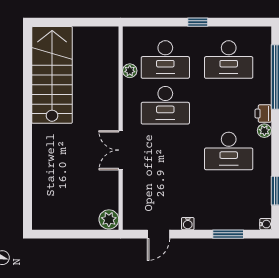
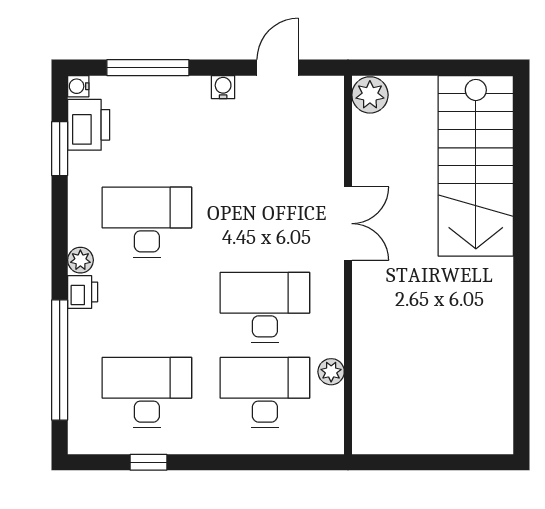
window: (198, 22) -> (148, 462), moved
stairs: (52, 75) -> (476, 166), moved
printer: (260, 203) -> (89, 125), added
window: (228, 234) -> (148, 68), width x1.44

